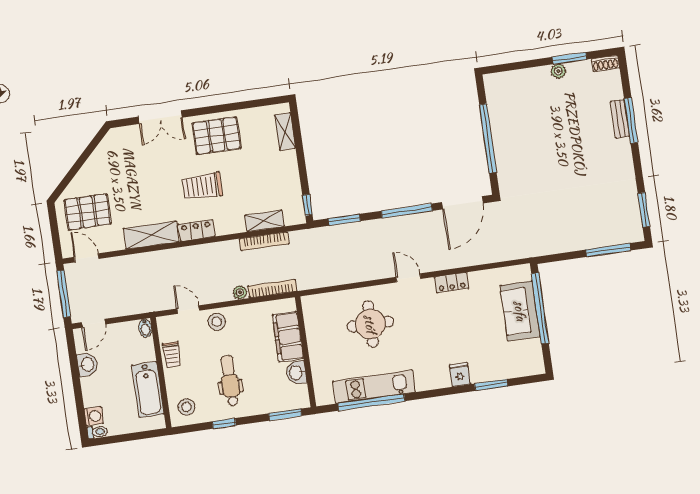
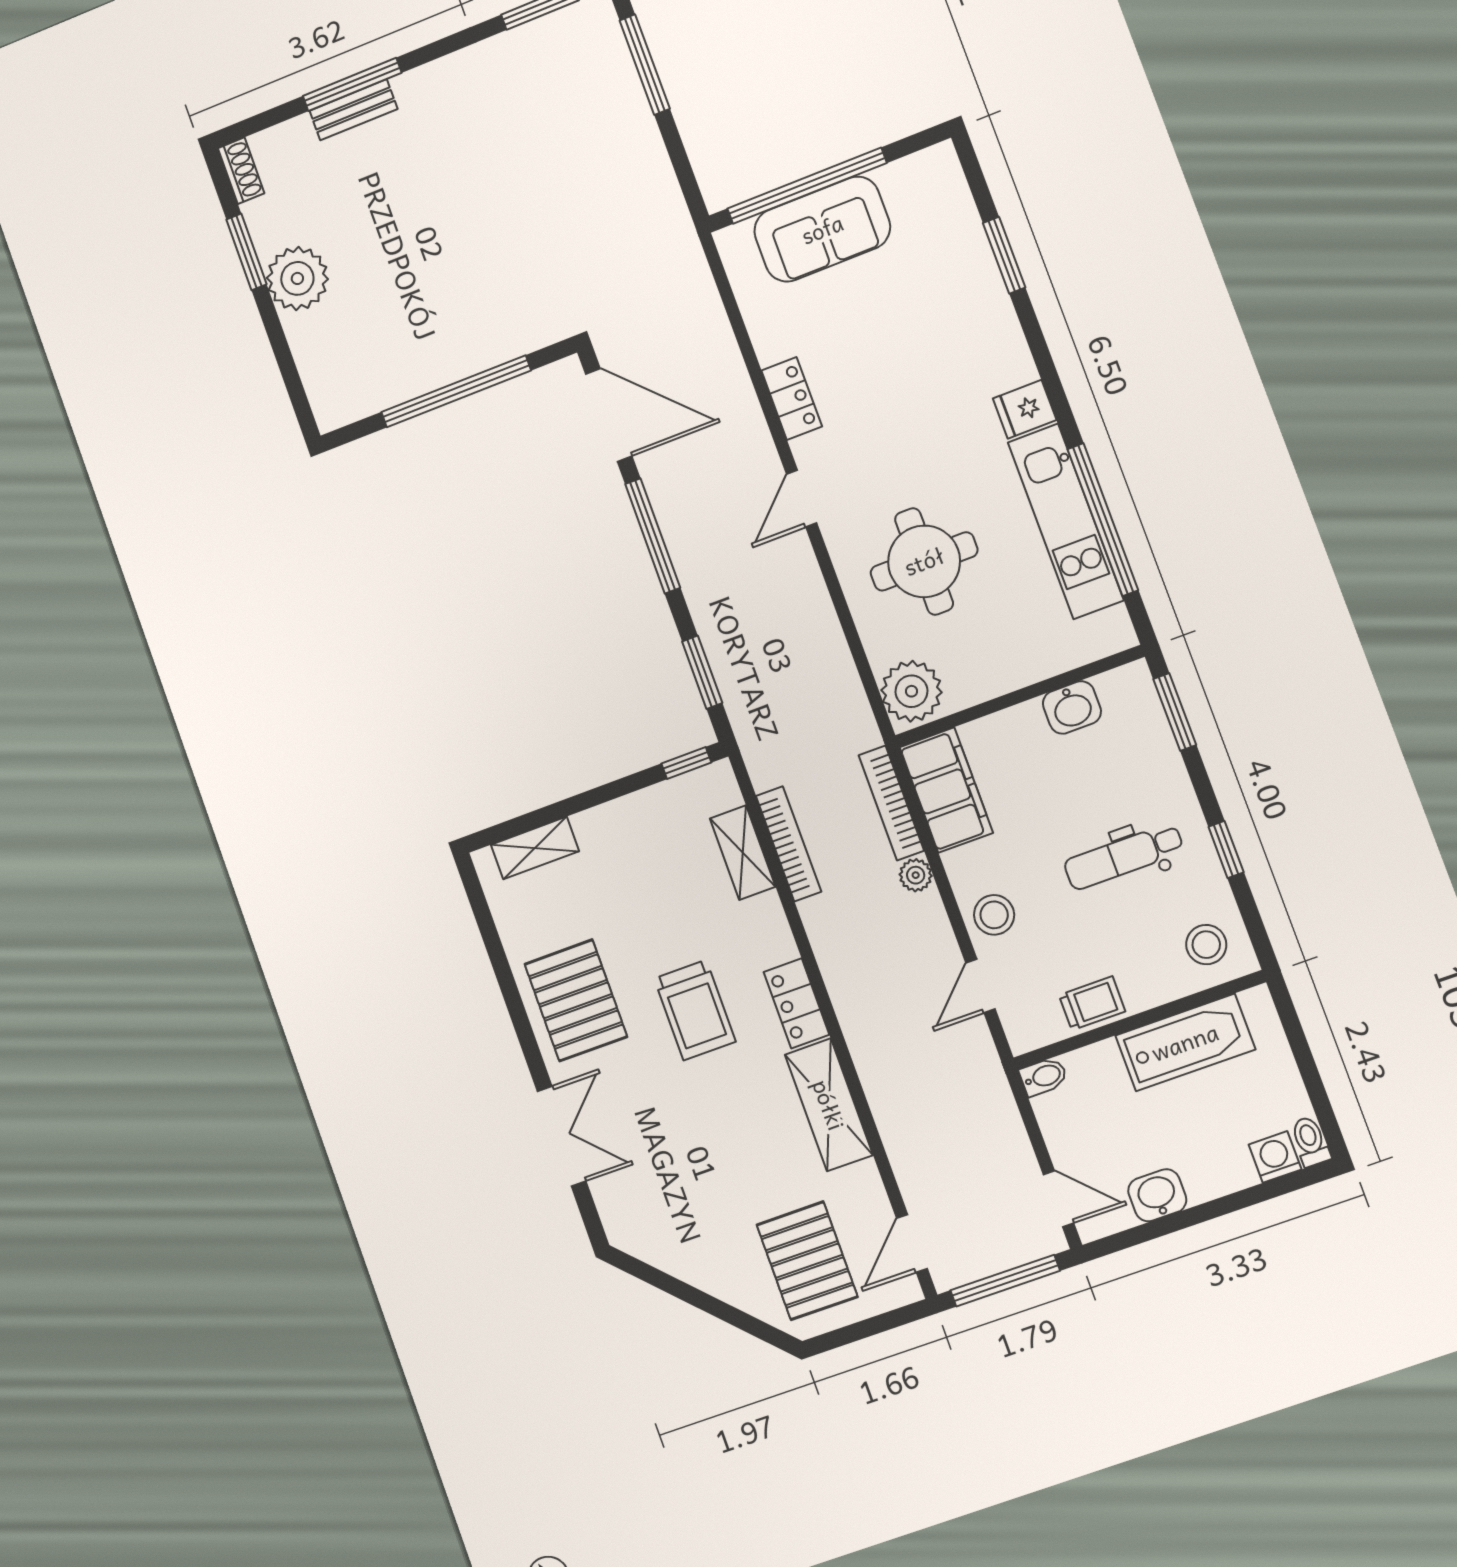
plant: (558, 71) -> (297, 278), width x1.88, depth x1.88
plant: (317, 307) -> (911, 691), added
filing cabinet: (288, 337) -> (946, 790), moved, turned -90
fridge: (460, 375) -> (1025, 409), moved

